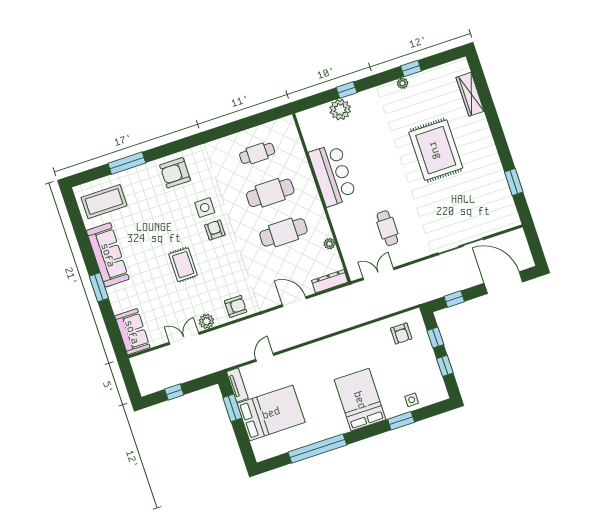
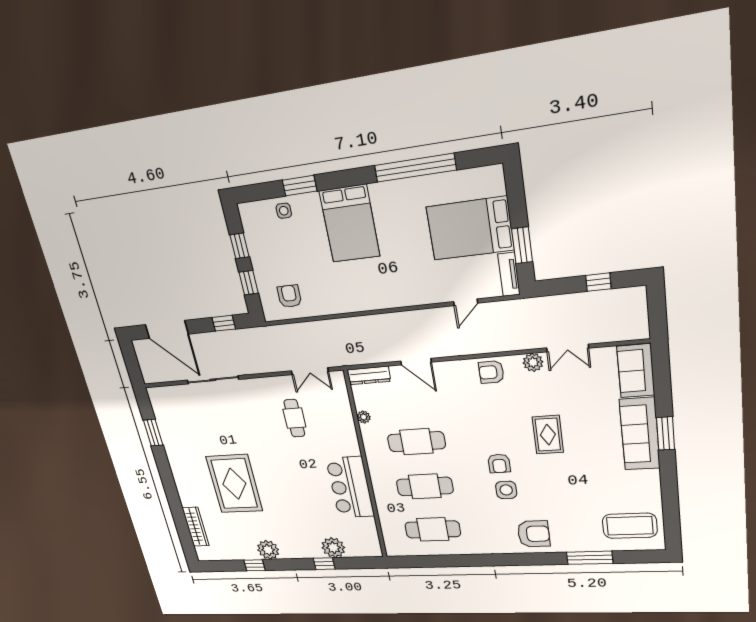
plant: (403, 83) -> (268, 550), width x1.87, depth x1.87
cafe table: (257, 153) -> (433, 529), width x1.37, depth x1.35
sofa: (108, 255) -> (640, 434), moved

